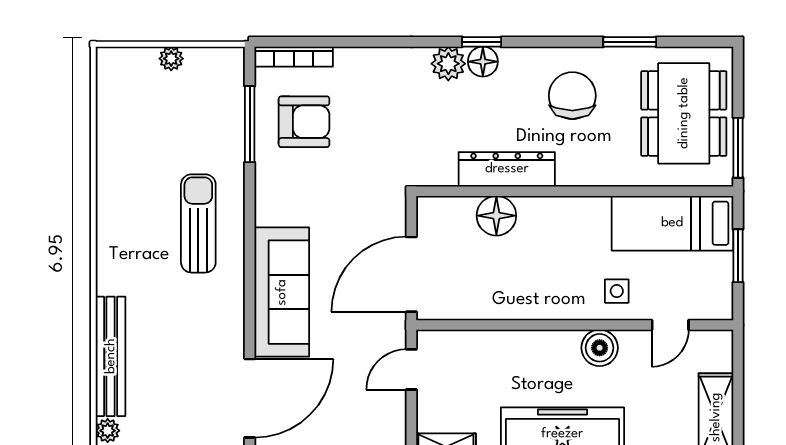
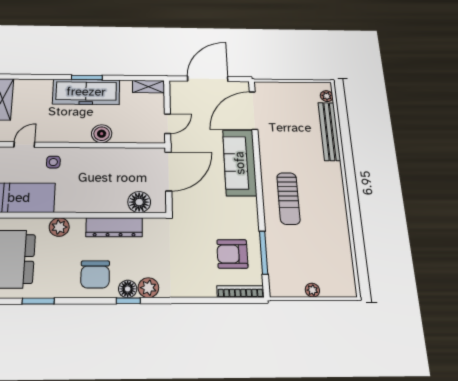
chair: (572, 96) -> (95, 274), moved
plant: (601, 170) -> (59, 227), added
floor lamp: (496, 216) -> (139, 202), moved
boiler: (600, 348) -> (102, 134), moved

